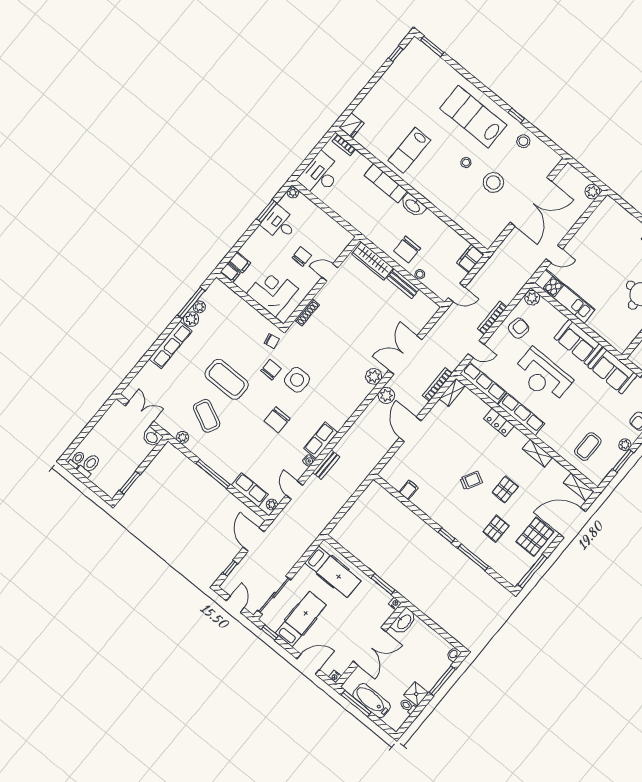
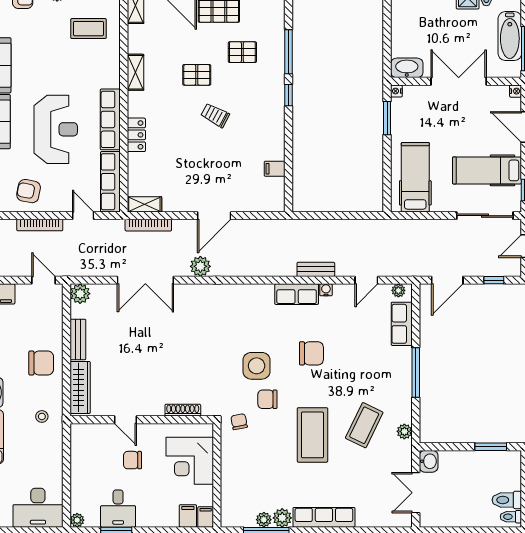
stool: (420, 274) -> (42, 416), moved
plant: (374, 376) -> (80, 294), moved

